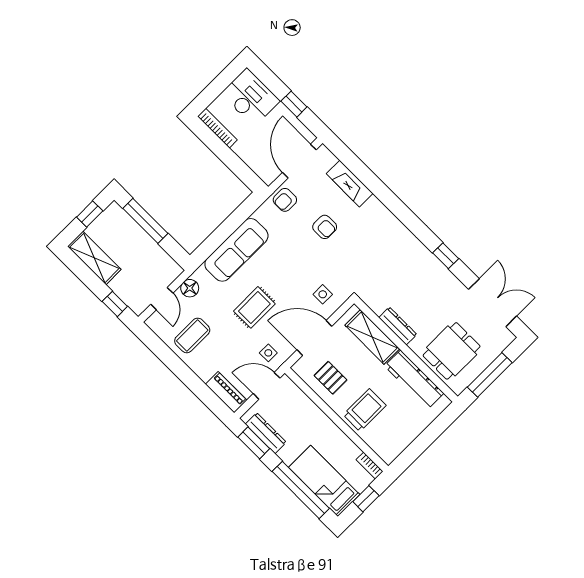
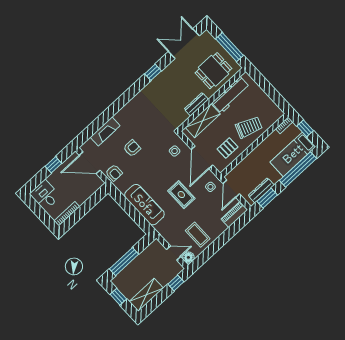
desk: (250, 97) -> (45, 195), width x0.73
floor lamp: (190, 288) -> (188, 257), moved
dining table: (452, 351) -> (213, 71), turned 90
trolley: (365, 410) -> (249, 127), turned 110

